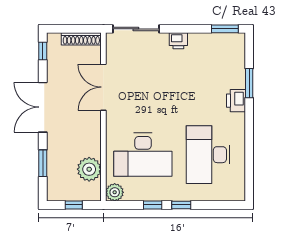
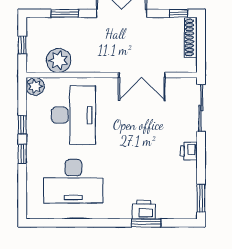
shoe rack: (81, 39) -> (191, 37), moved
double door: (103, 87) -> (142, 75), swing flipped
printer: (236, 101) -> (144, 210), moved
desk: (143, 155) -> (73, 115), turned 180
desk: (208, 155) -> (73, 181), turned 180

